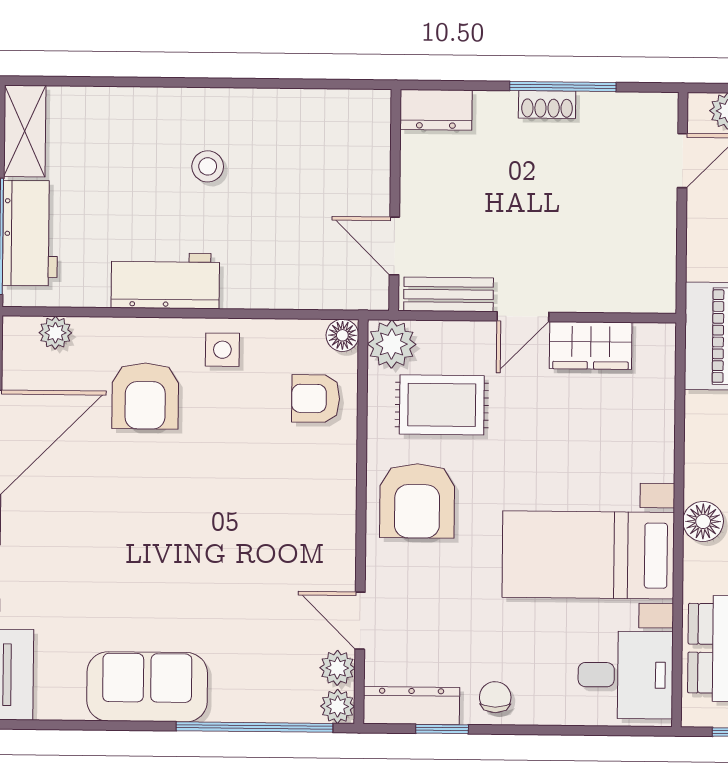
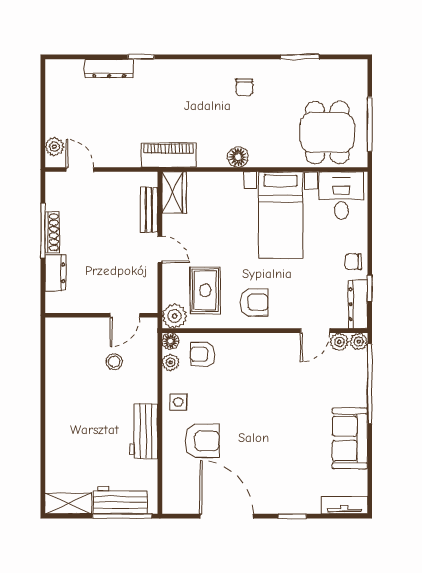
shoe rack: (547, 104) -> (52, 232), width x1.43
dresser: (436, 110) -> (55, 273), moved
stool: (208, 166) -> (114, 362), moved
bench: (449, 294) -> (149, 210), moved
plant: (55, 333) -> (171, 362), moved
wardrobe: (591, 345) -> (174, 192), moved
armchair: (316, 399) -> (203, 354), turned 90
armchair: (417, 501) -> (254, 302), width x0.72, depth x0.72
floor lamp: (703, 521) -> (238, 157), moved

